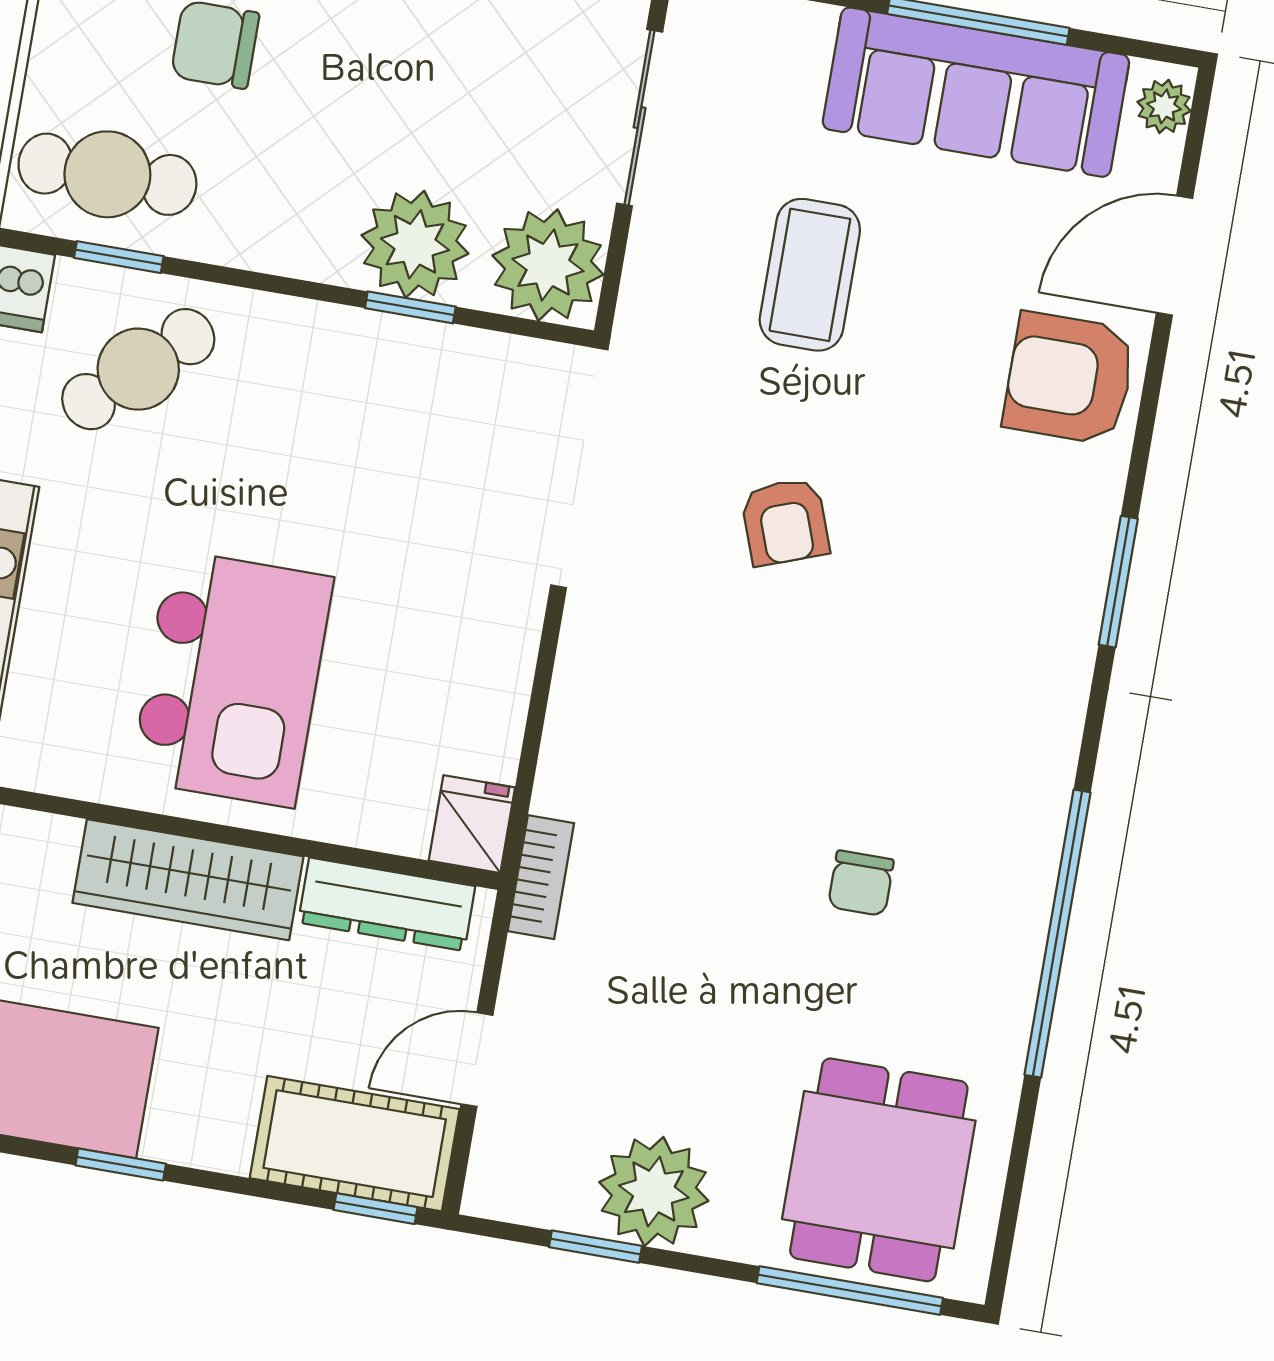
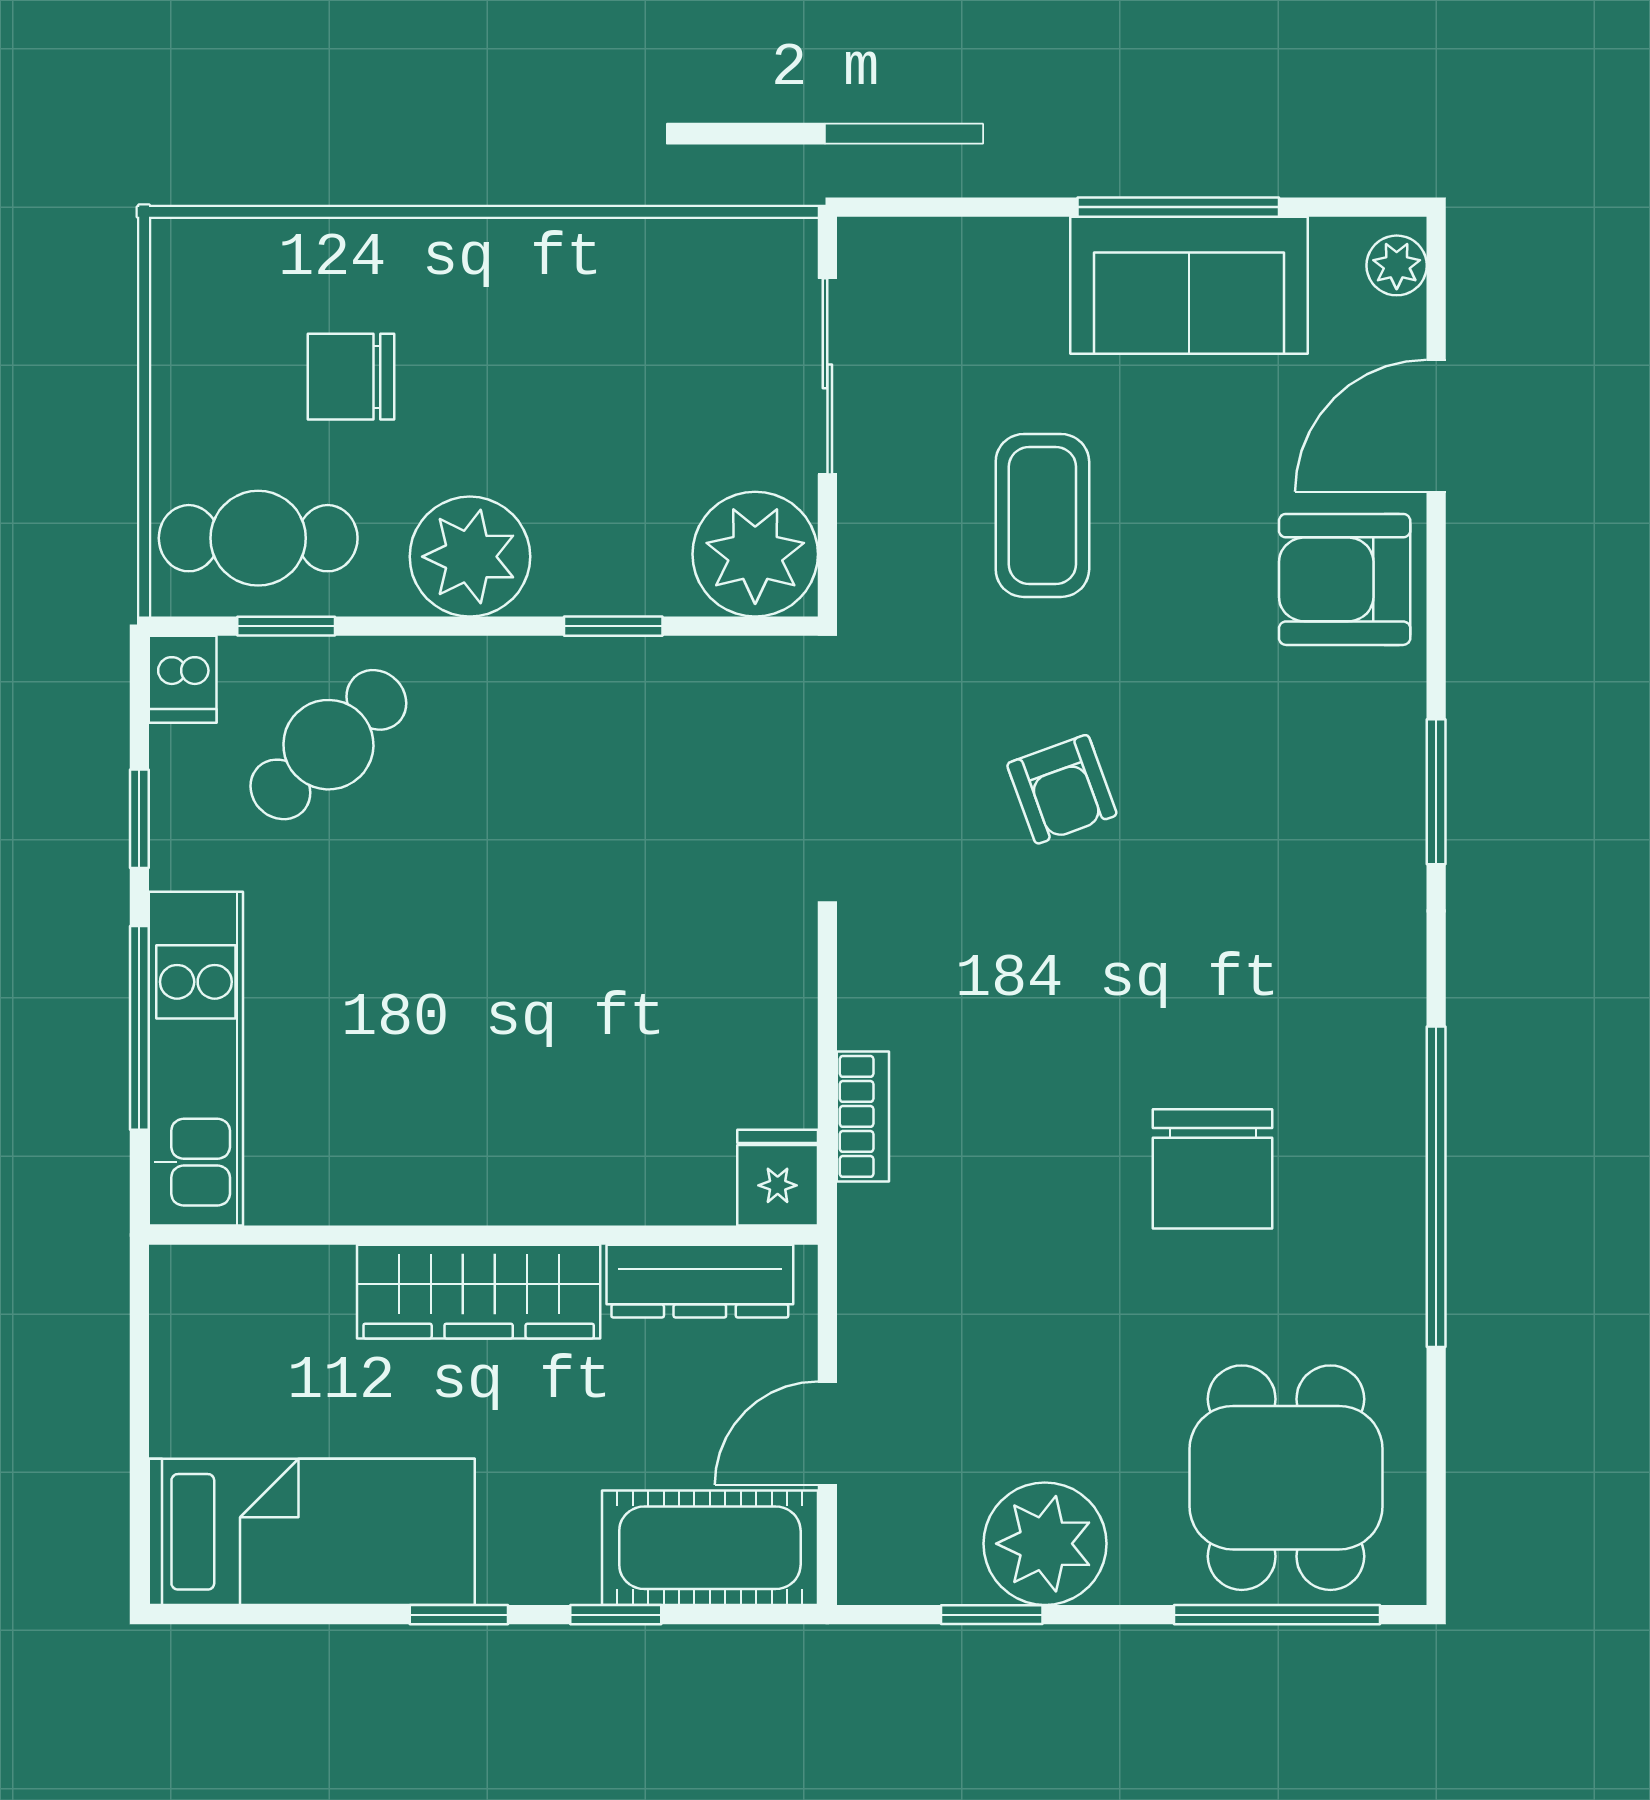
sofa: (976, 92) -> (1189, 285), width x0.73
plant: (415, 244) -> (470, 557), moved
kitchen island: (232, 679) -> (489, 1064), removed
bookcase: (541, 877) -> (863, 1116), moved
chair: (861, 883) -> (1213, 1169), width x1.87, depth x1.87
window: (375, 1209) -> (616, 1615), moved

